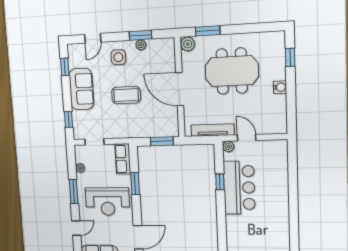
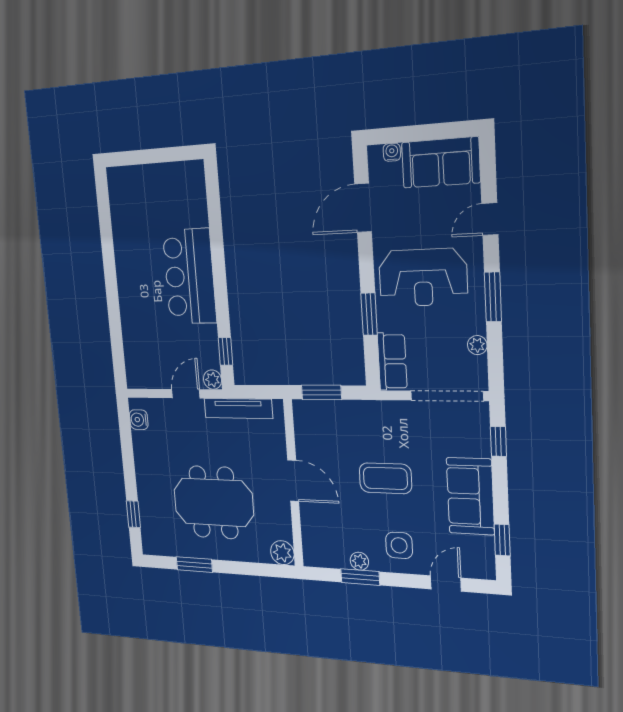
window: (208, 31) -> (194, 565), moved
water cooler: (280, 87) -> (139, 420), moved
door: (180, 89) -> (293, 481), width x0.73
door: (247, 138) -> (186, 394), swing flipped
doorway: (94, 142) -> (447, 396), width x1.88
window: (220, 182) -> (225, 351), moved
bar counter: (239, 188) -> (189, 276), moved
reception desk: (108, 202) -> (423, 278), turned 180

